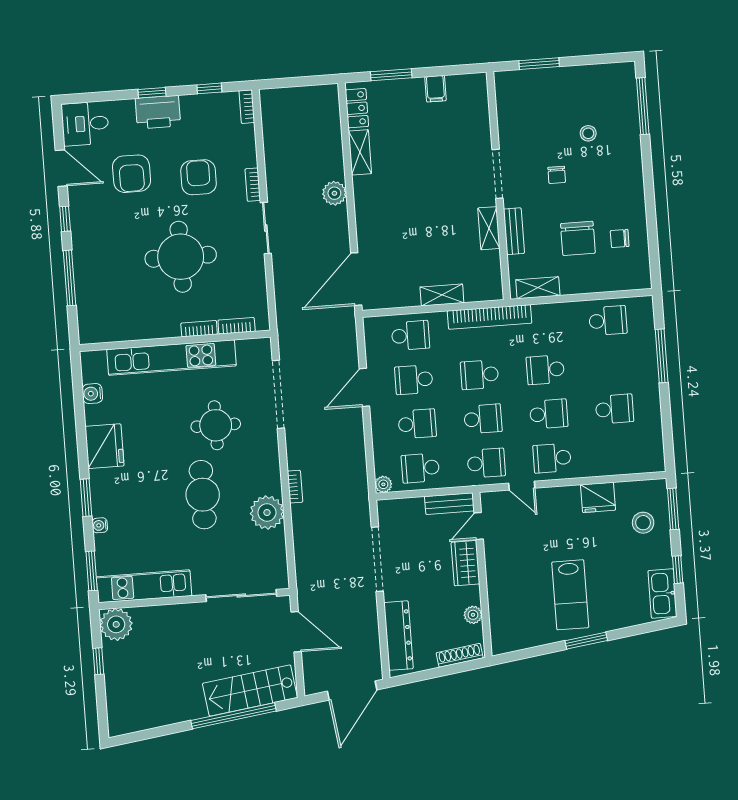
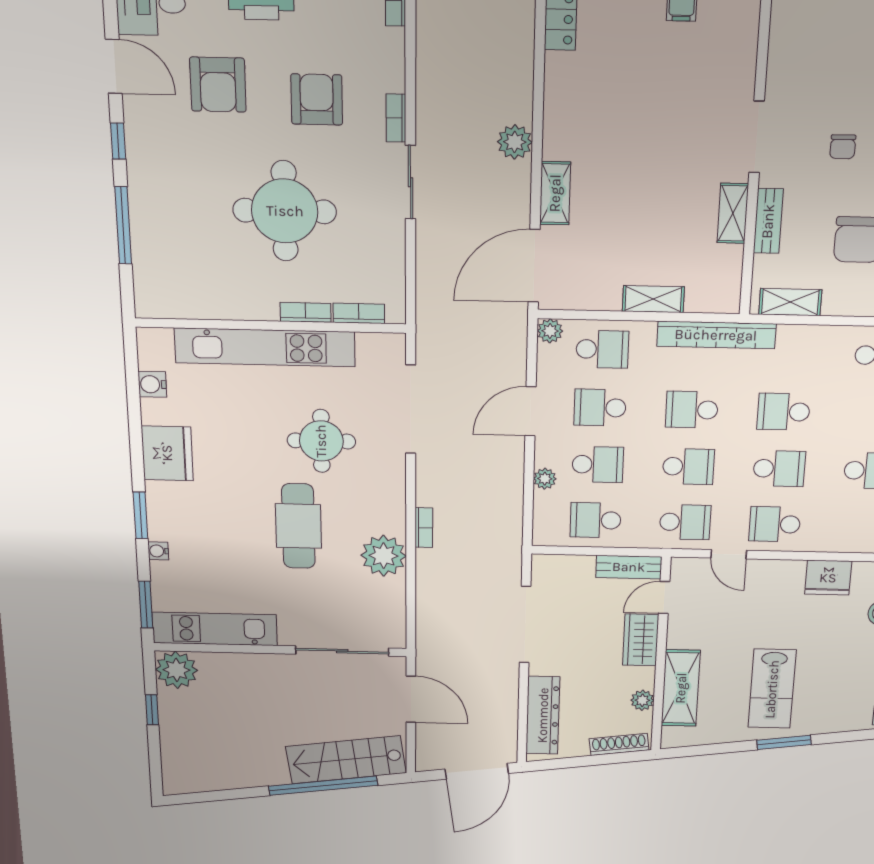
shelving: (360, 152) -> (555, 193), moved
plant: (372, 325) -> (550, 331), added
plant: (383, 484) -> (545, 479), moved
shelving: (501, 601) -> (681, 688), added

